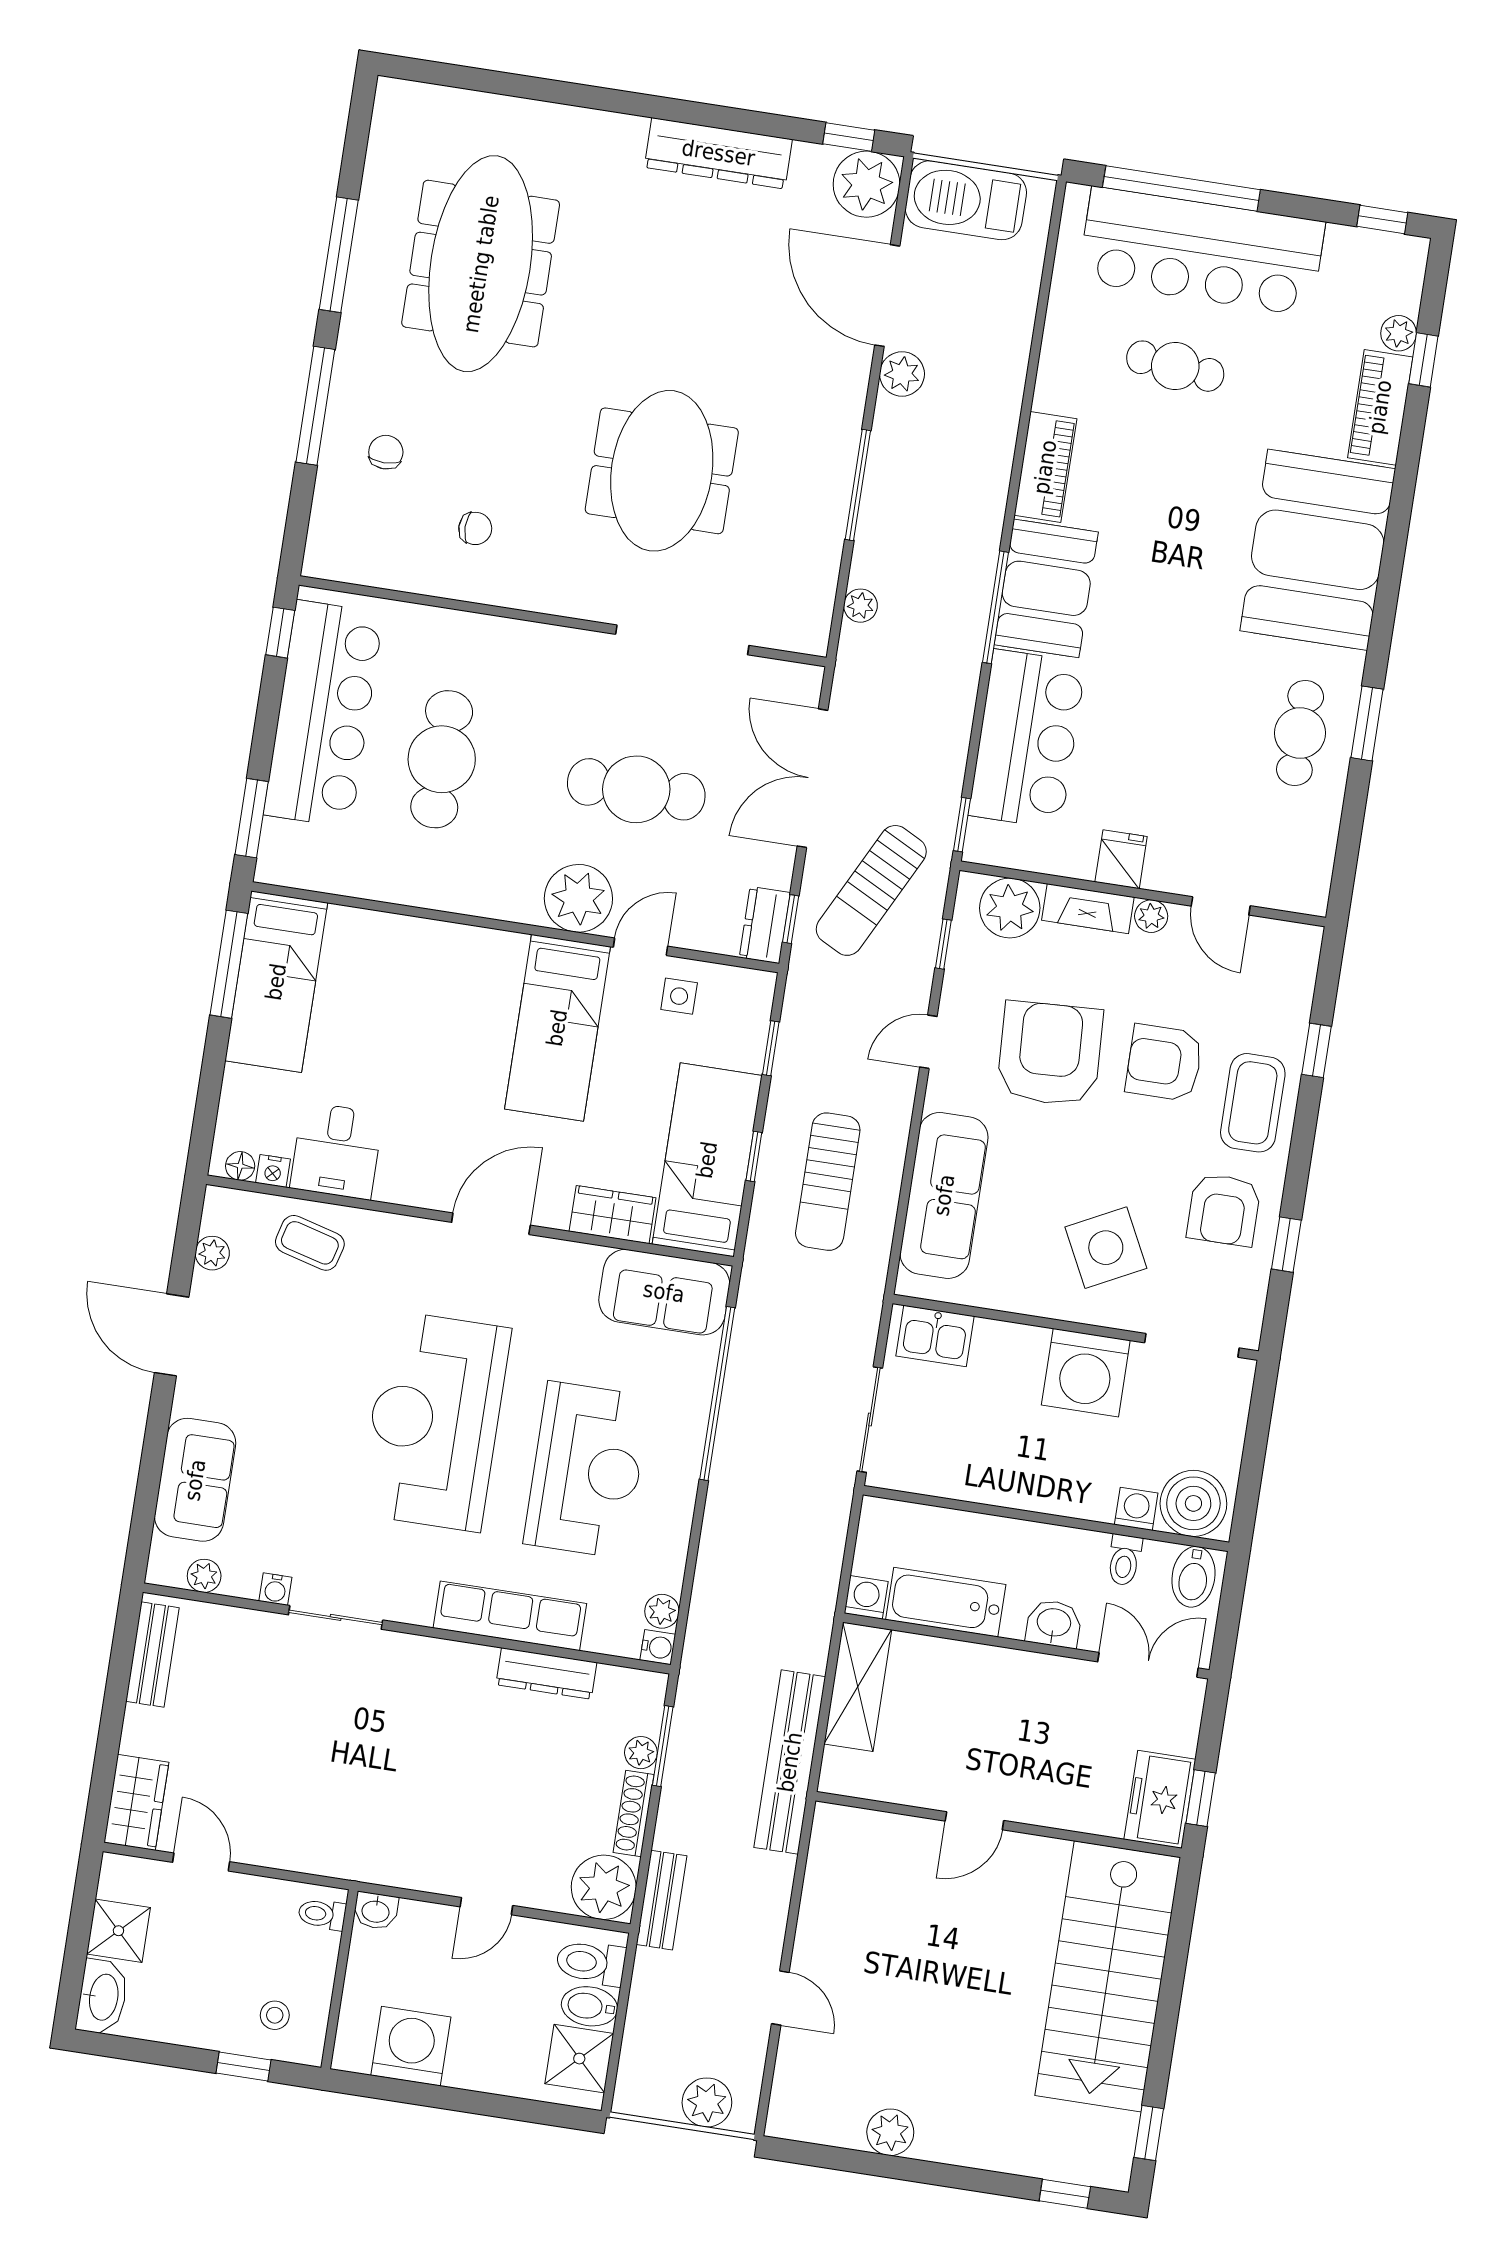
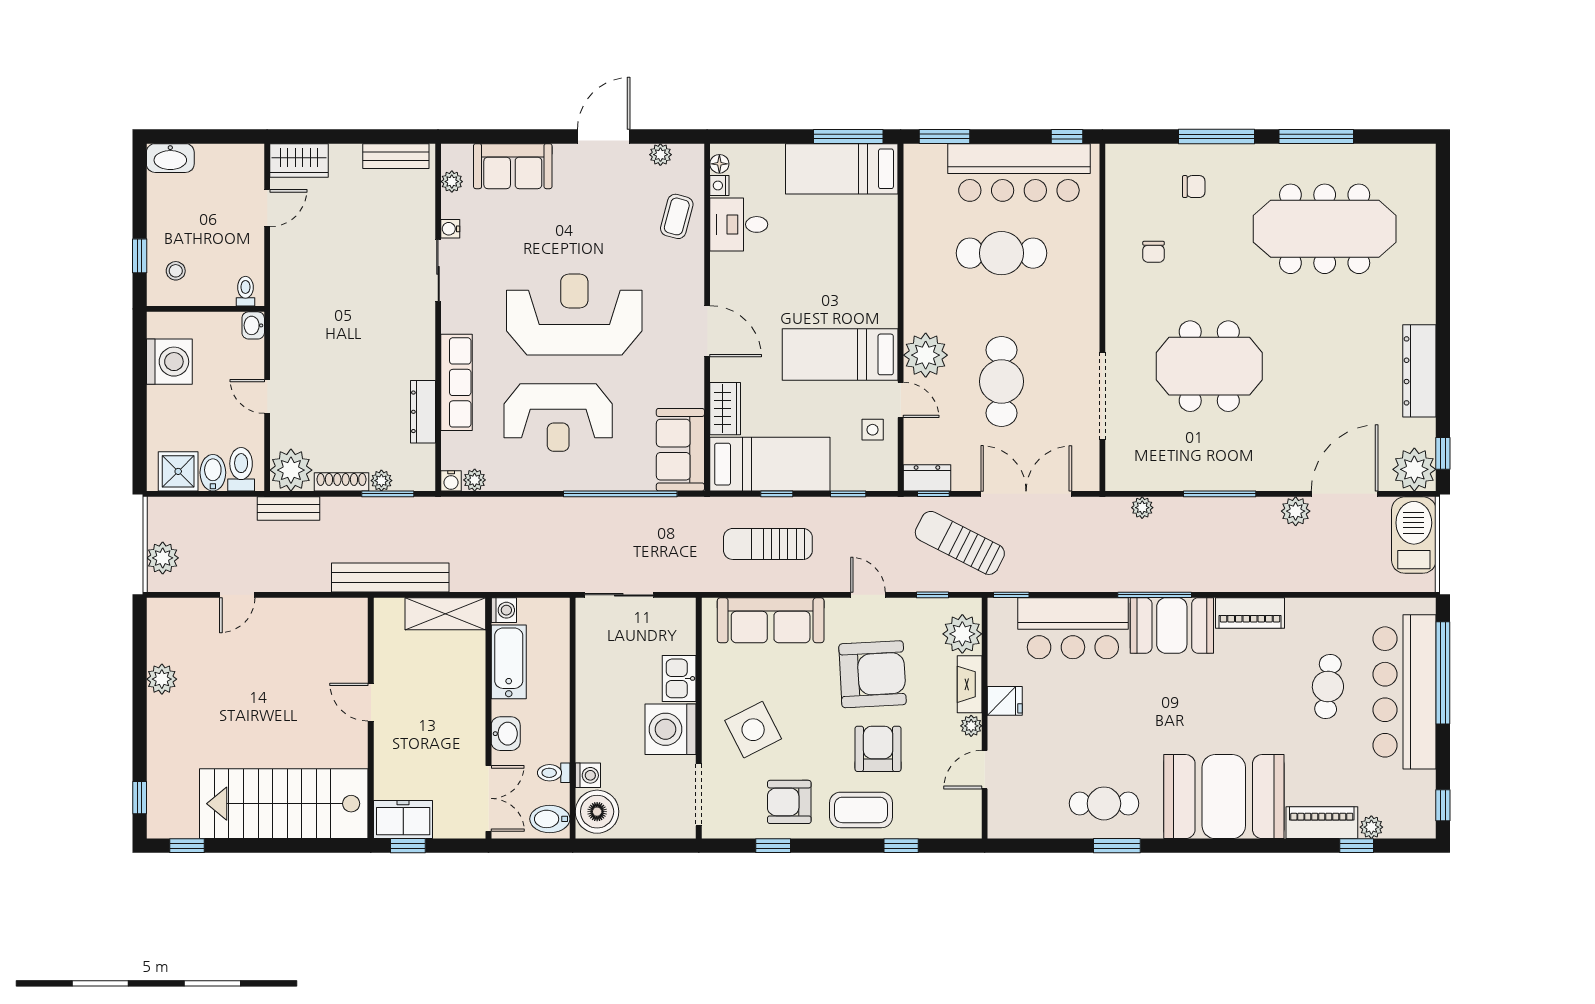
kitchen sink: (935, 1336) -> (679, 678), moved
shower: (118, 1931) -> (215, 162), removed

